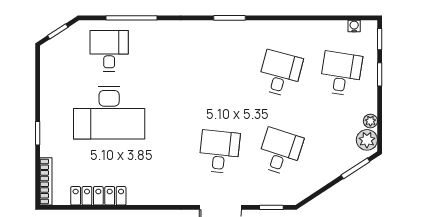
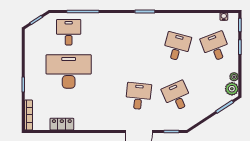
desk: (341, 74) -> (215, 47), turned -30
desk: (109, 113) -> (69, 71), turned 180
desk: (280, 152) -> (177, 96), turned -42
locker: (98, 196) -> (62, 124), width x0.66

